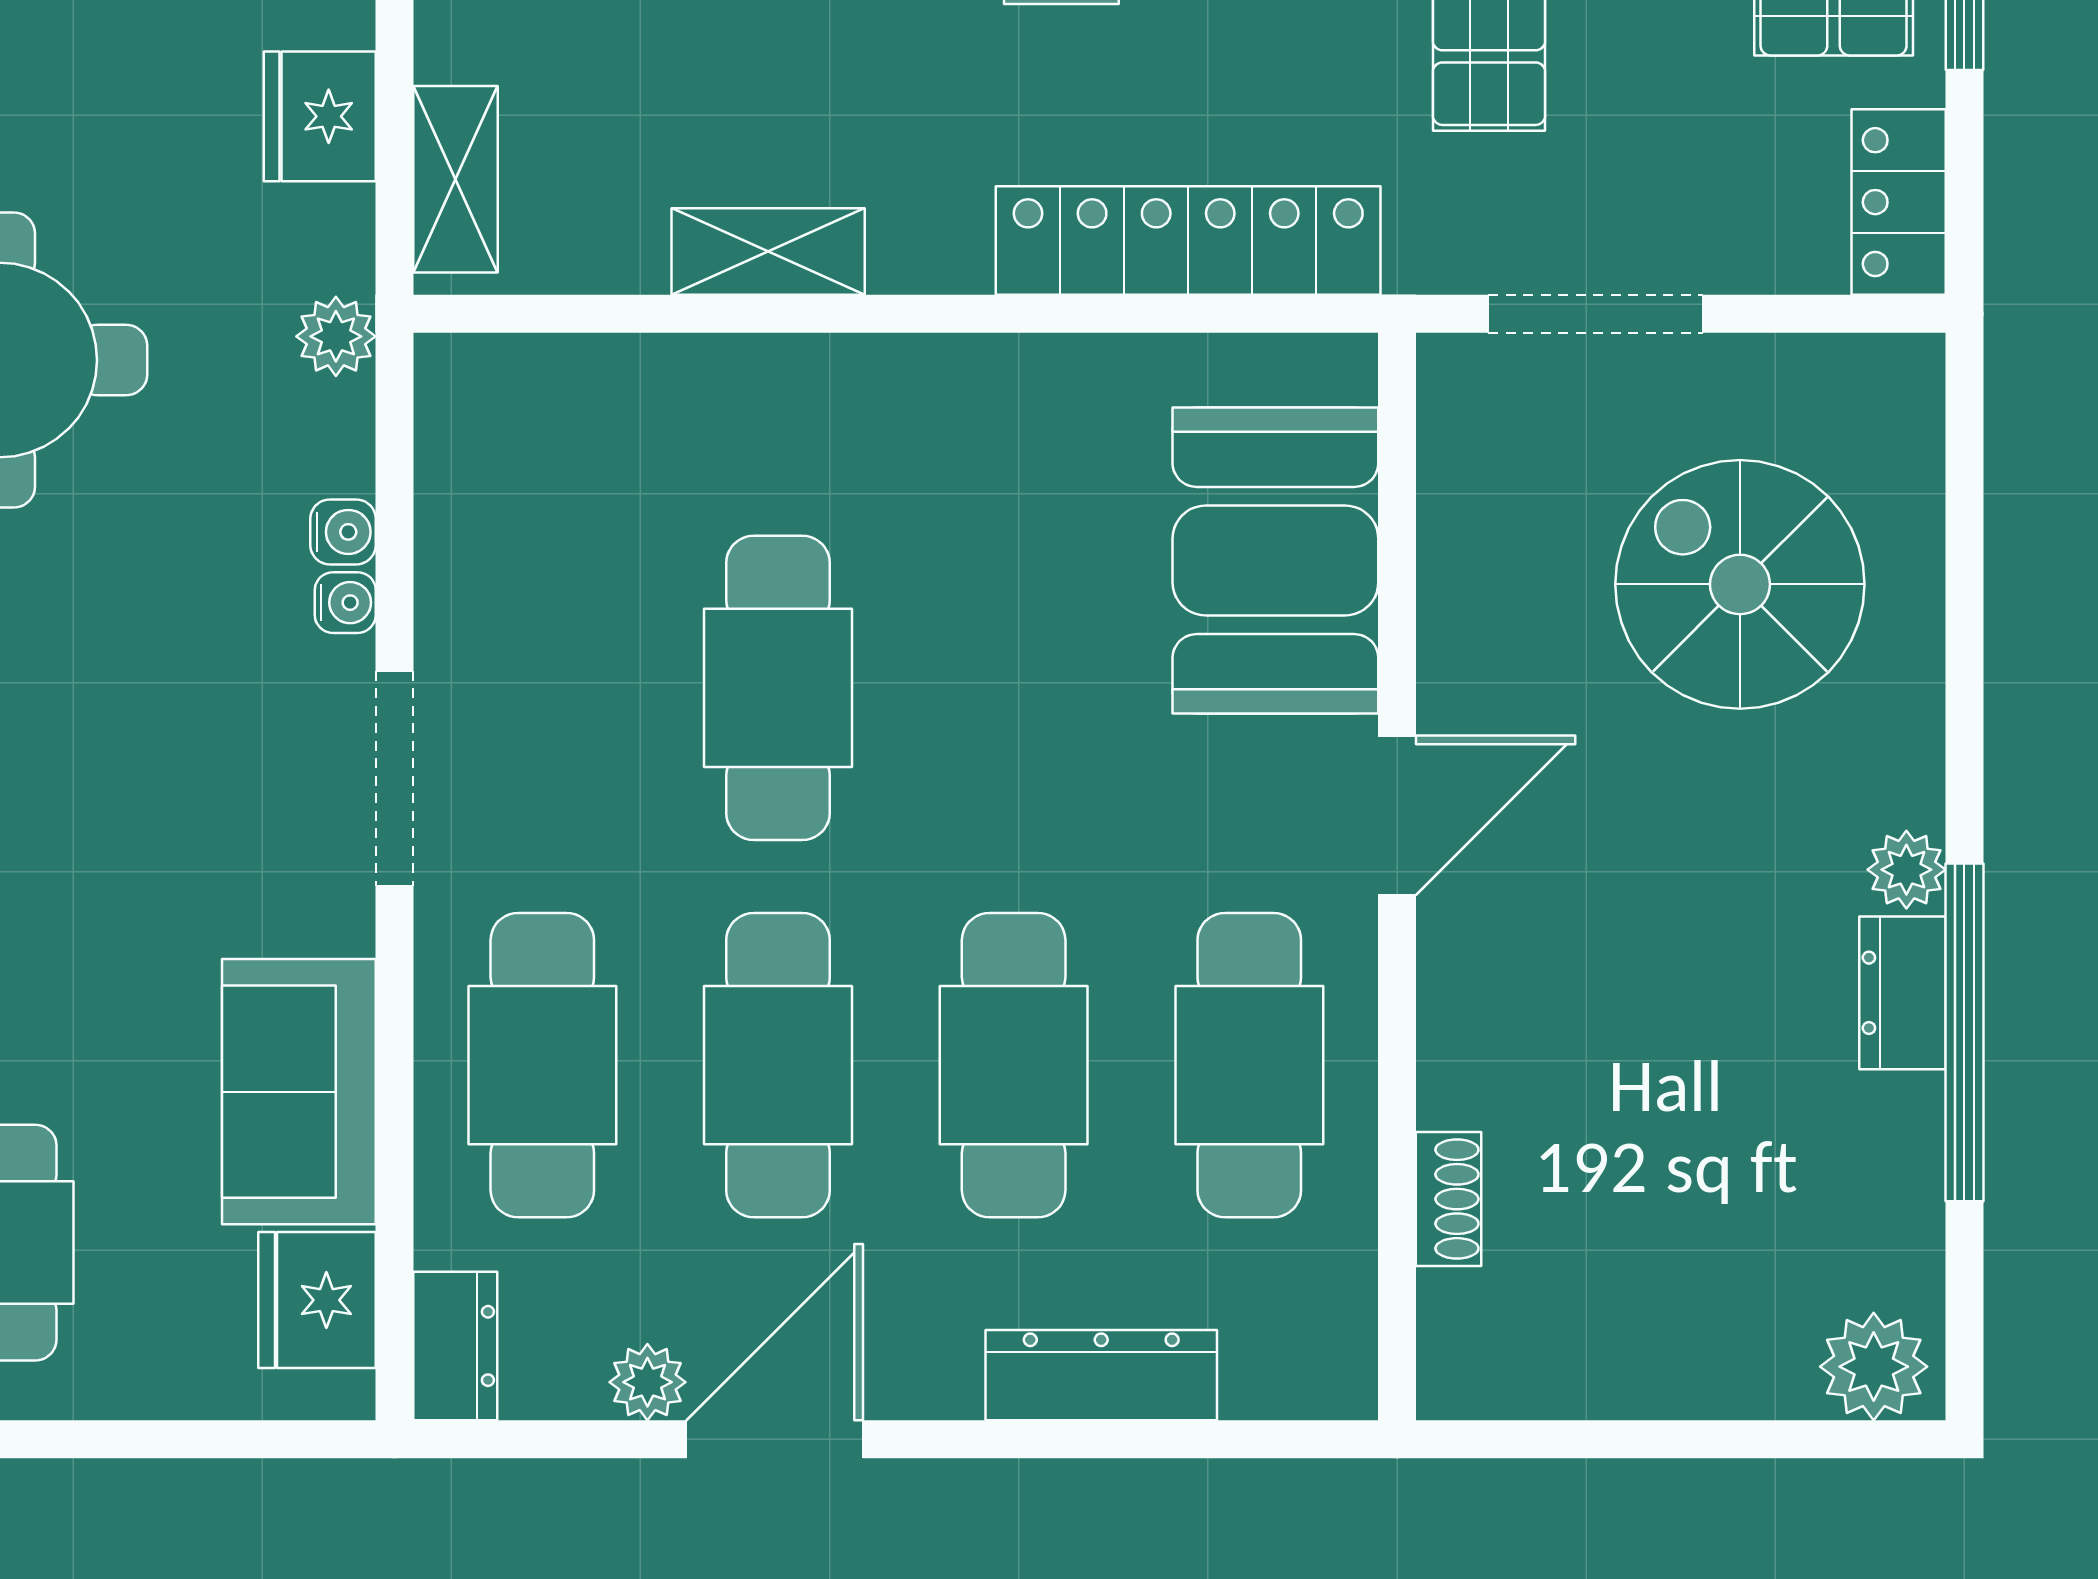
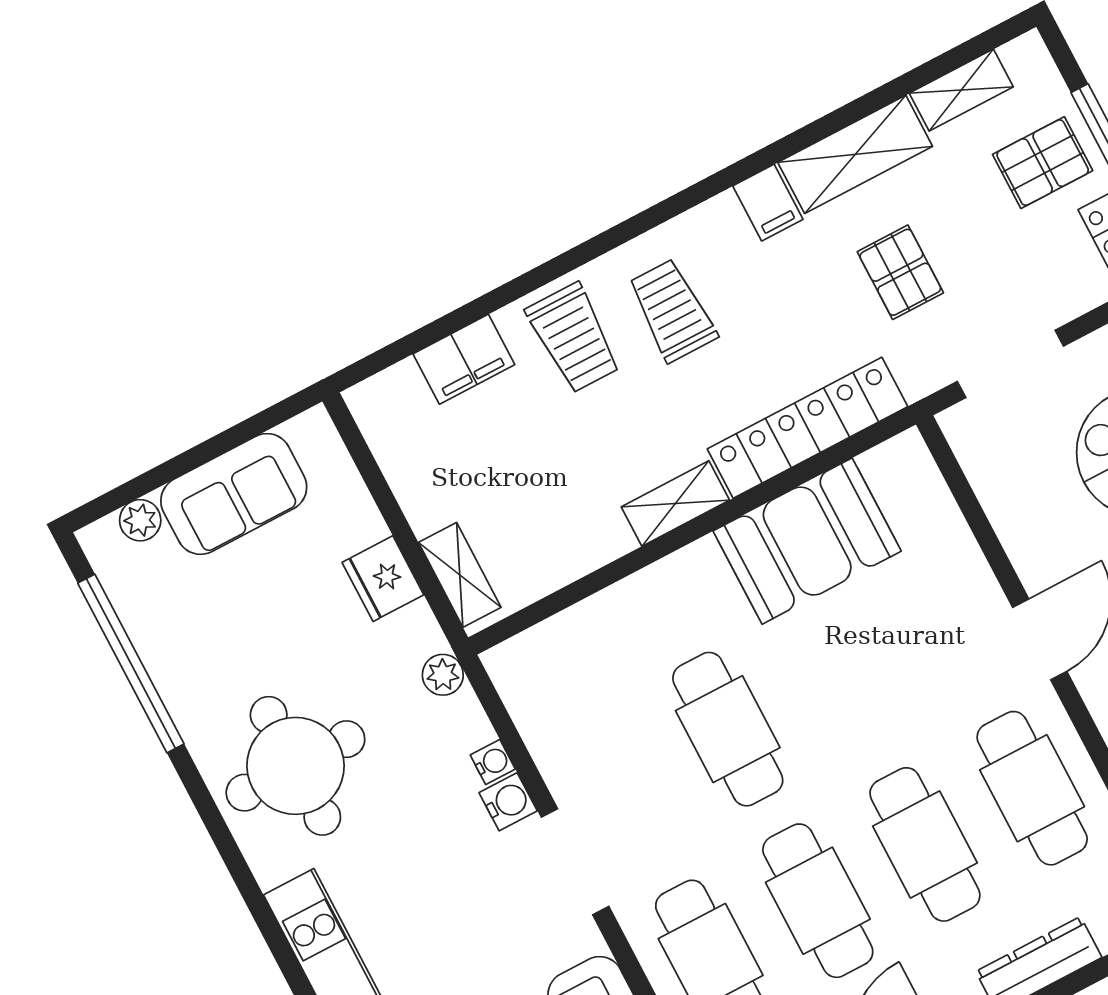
shelving: (768, 251) -> (675, 503), moved
booth: (1275, 560) -> (807, 541), moved, turned 90
water cooler: (345, 603) -> (508, 802), width x1.38, depth x1.38

